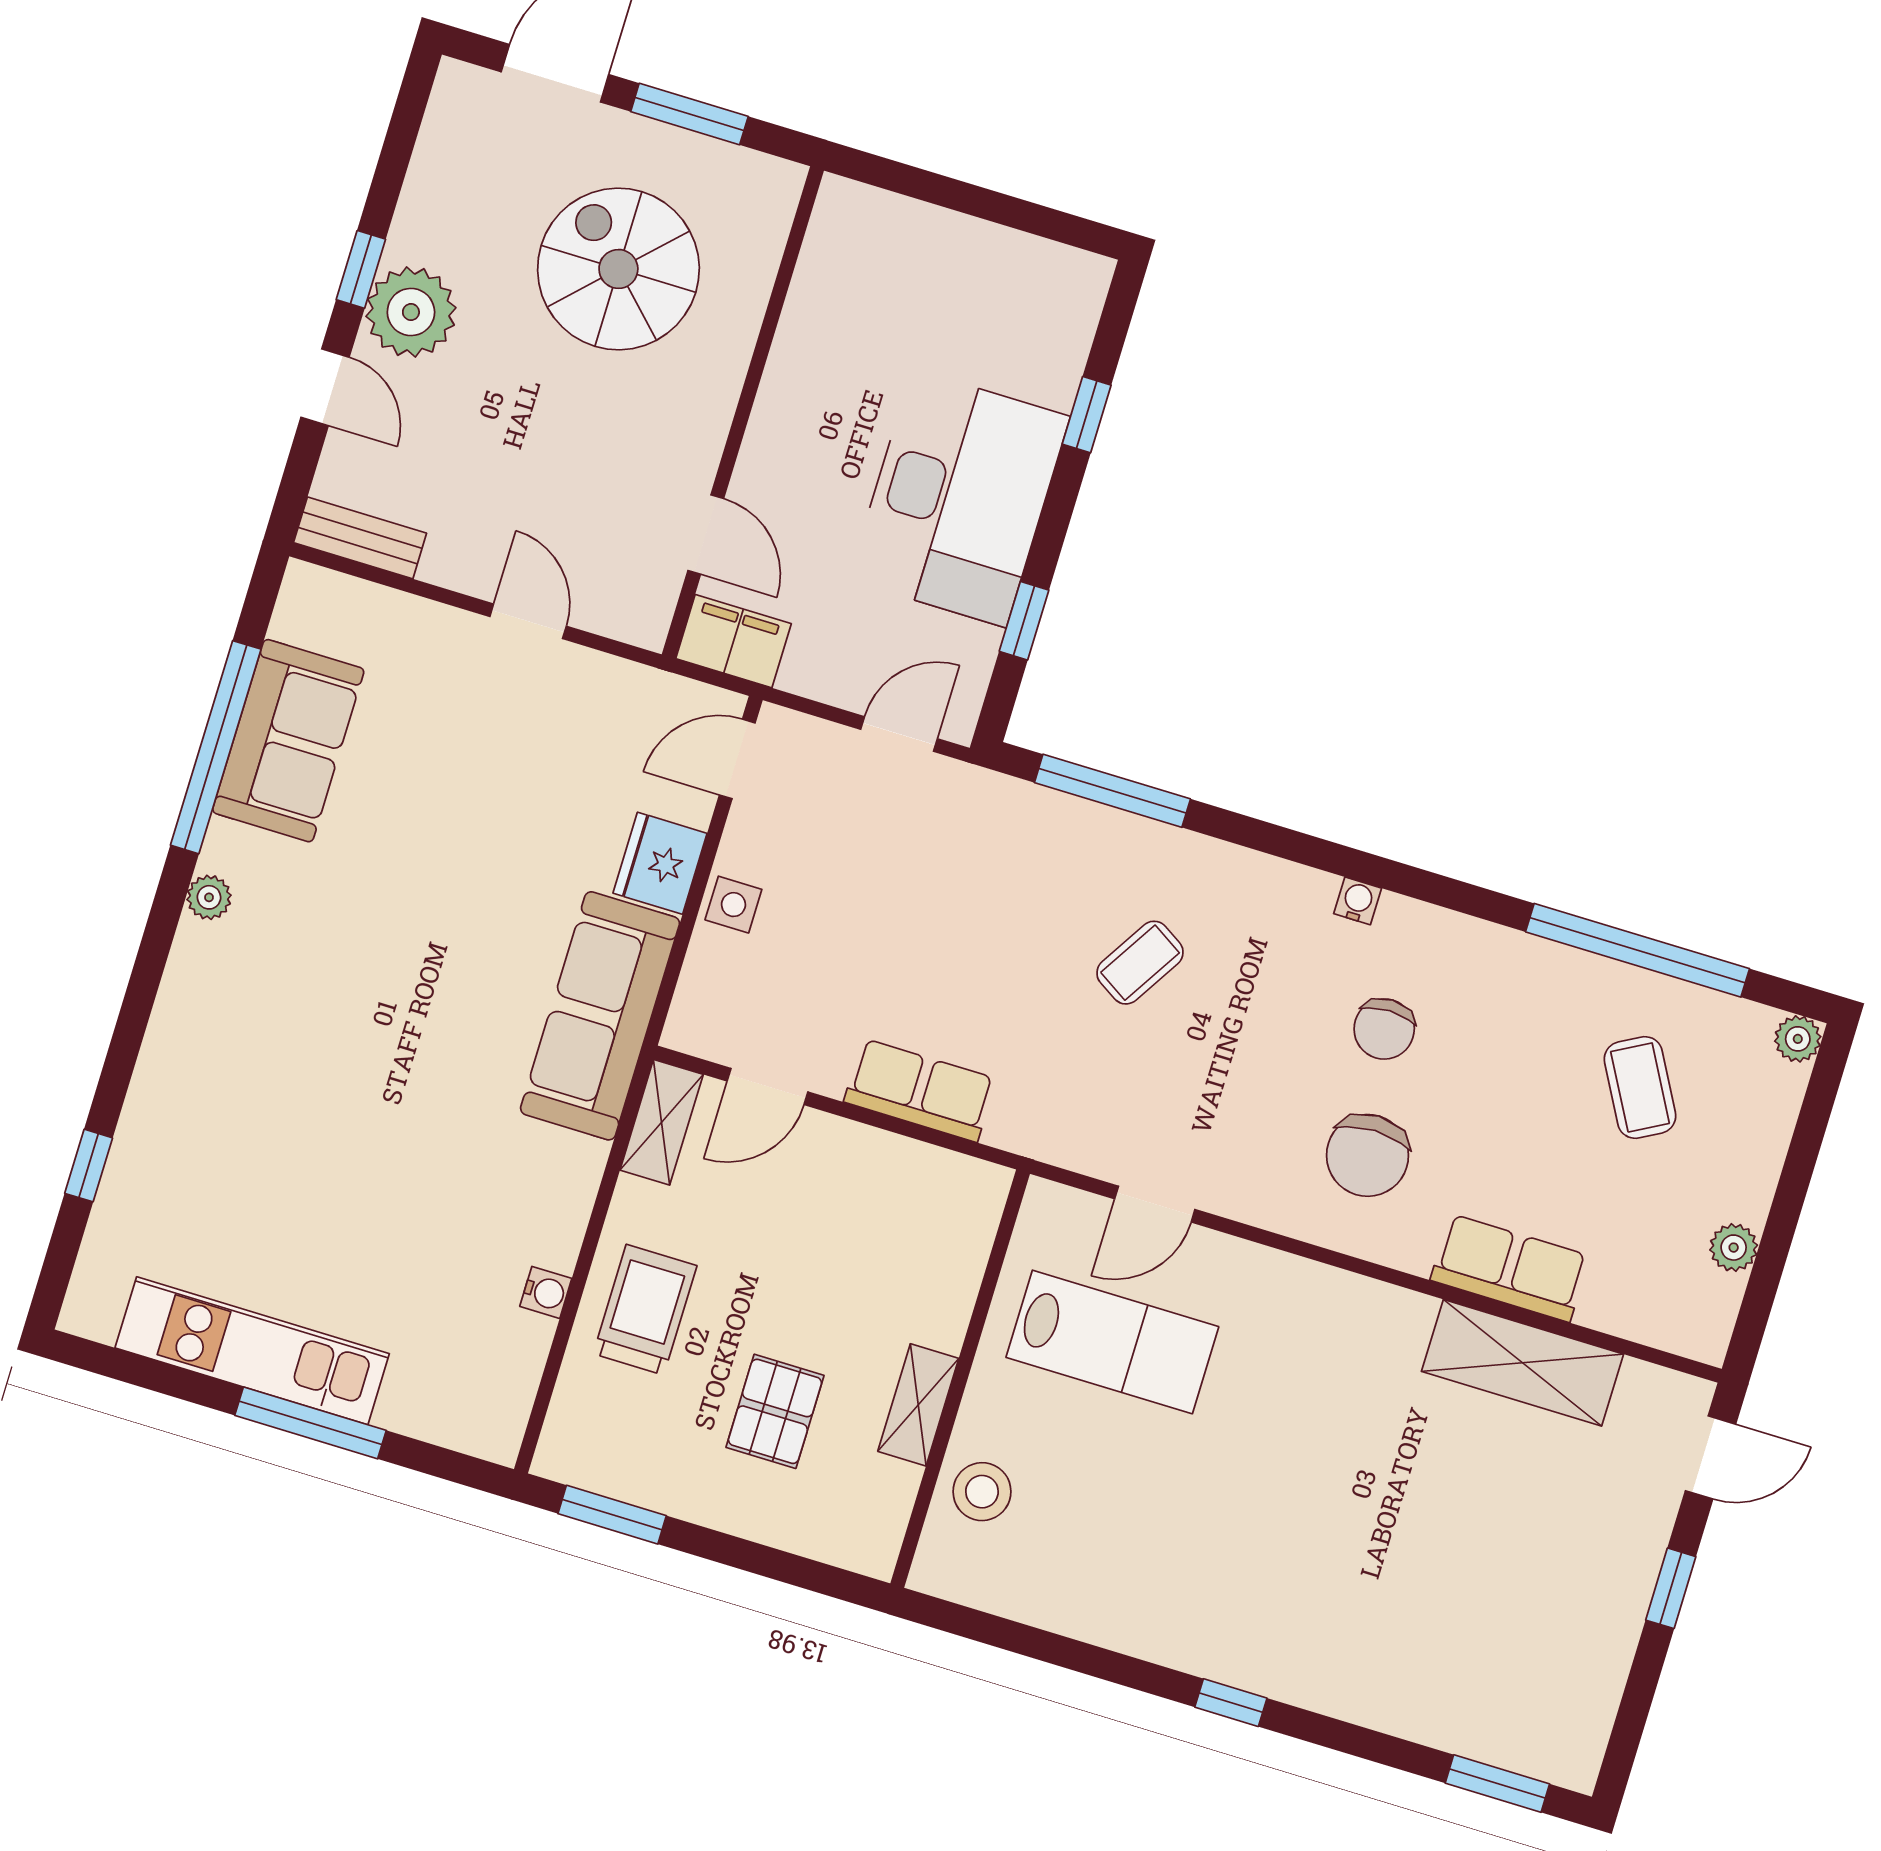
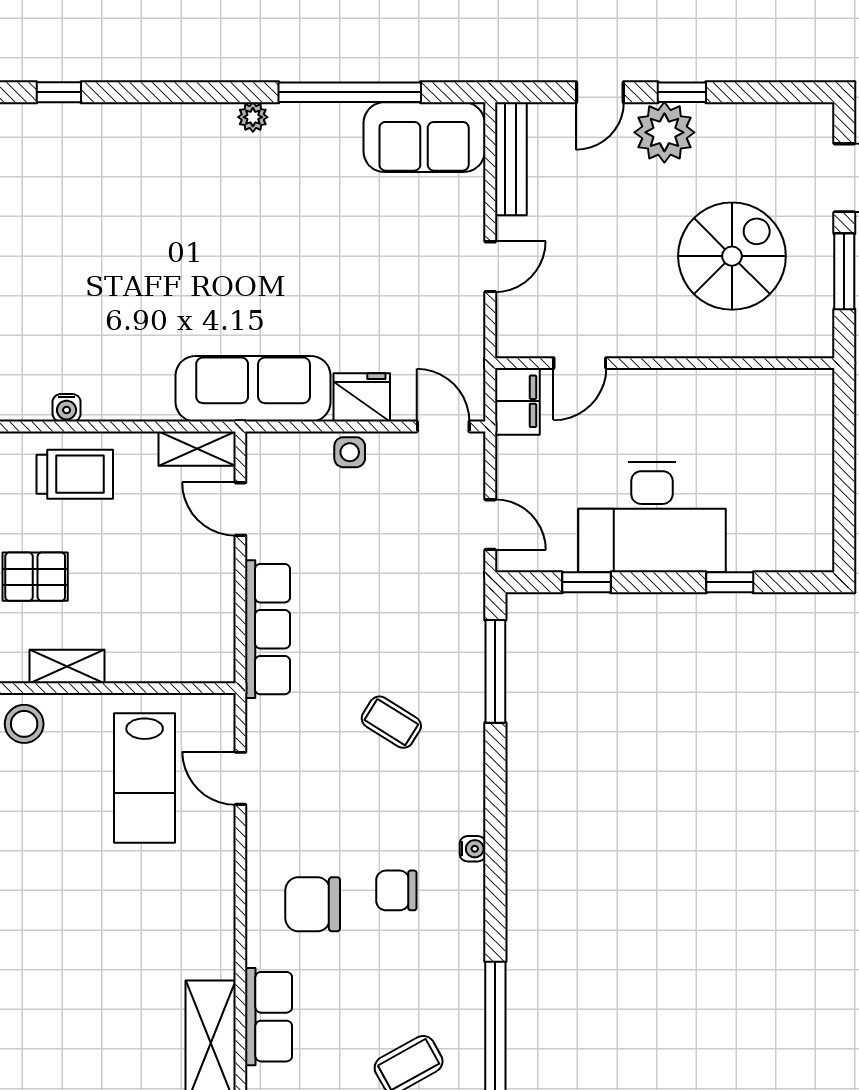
bench: (360, 538) -> (511, 159), width x1.36
sofa: (288, 741) -> (424, 137), moved
row of seats: (920, 1090) -> (268, 629), width x1.48

